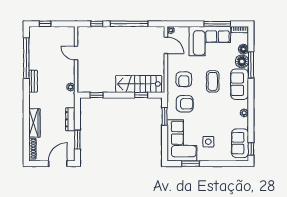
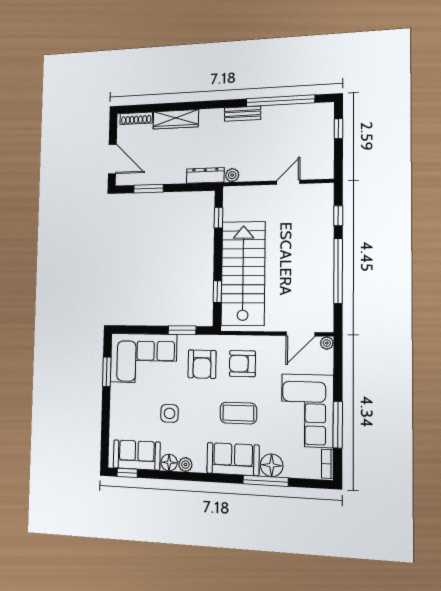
floor lamp: (243, 49) -> (169, 463), moved
stairs: (139, 84) -> (243, 273), width x1.36, depth x1.51
dresser: (70, 119) -> (205, 175), moved
side table: (208, 142) -> (169, 413), moved

